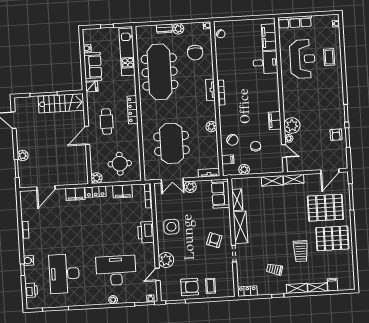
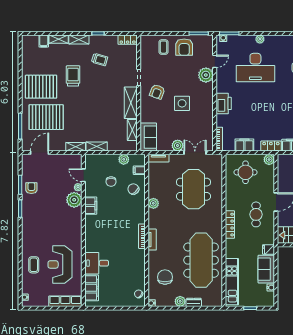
side table: (171, 227) -> (182, 103), moved
armchair: (190, 287) -> (184, 47), turned -90

